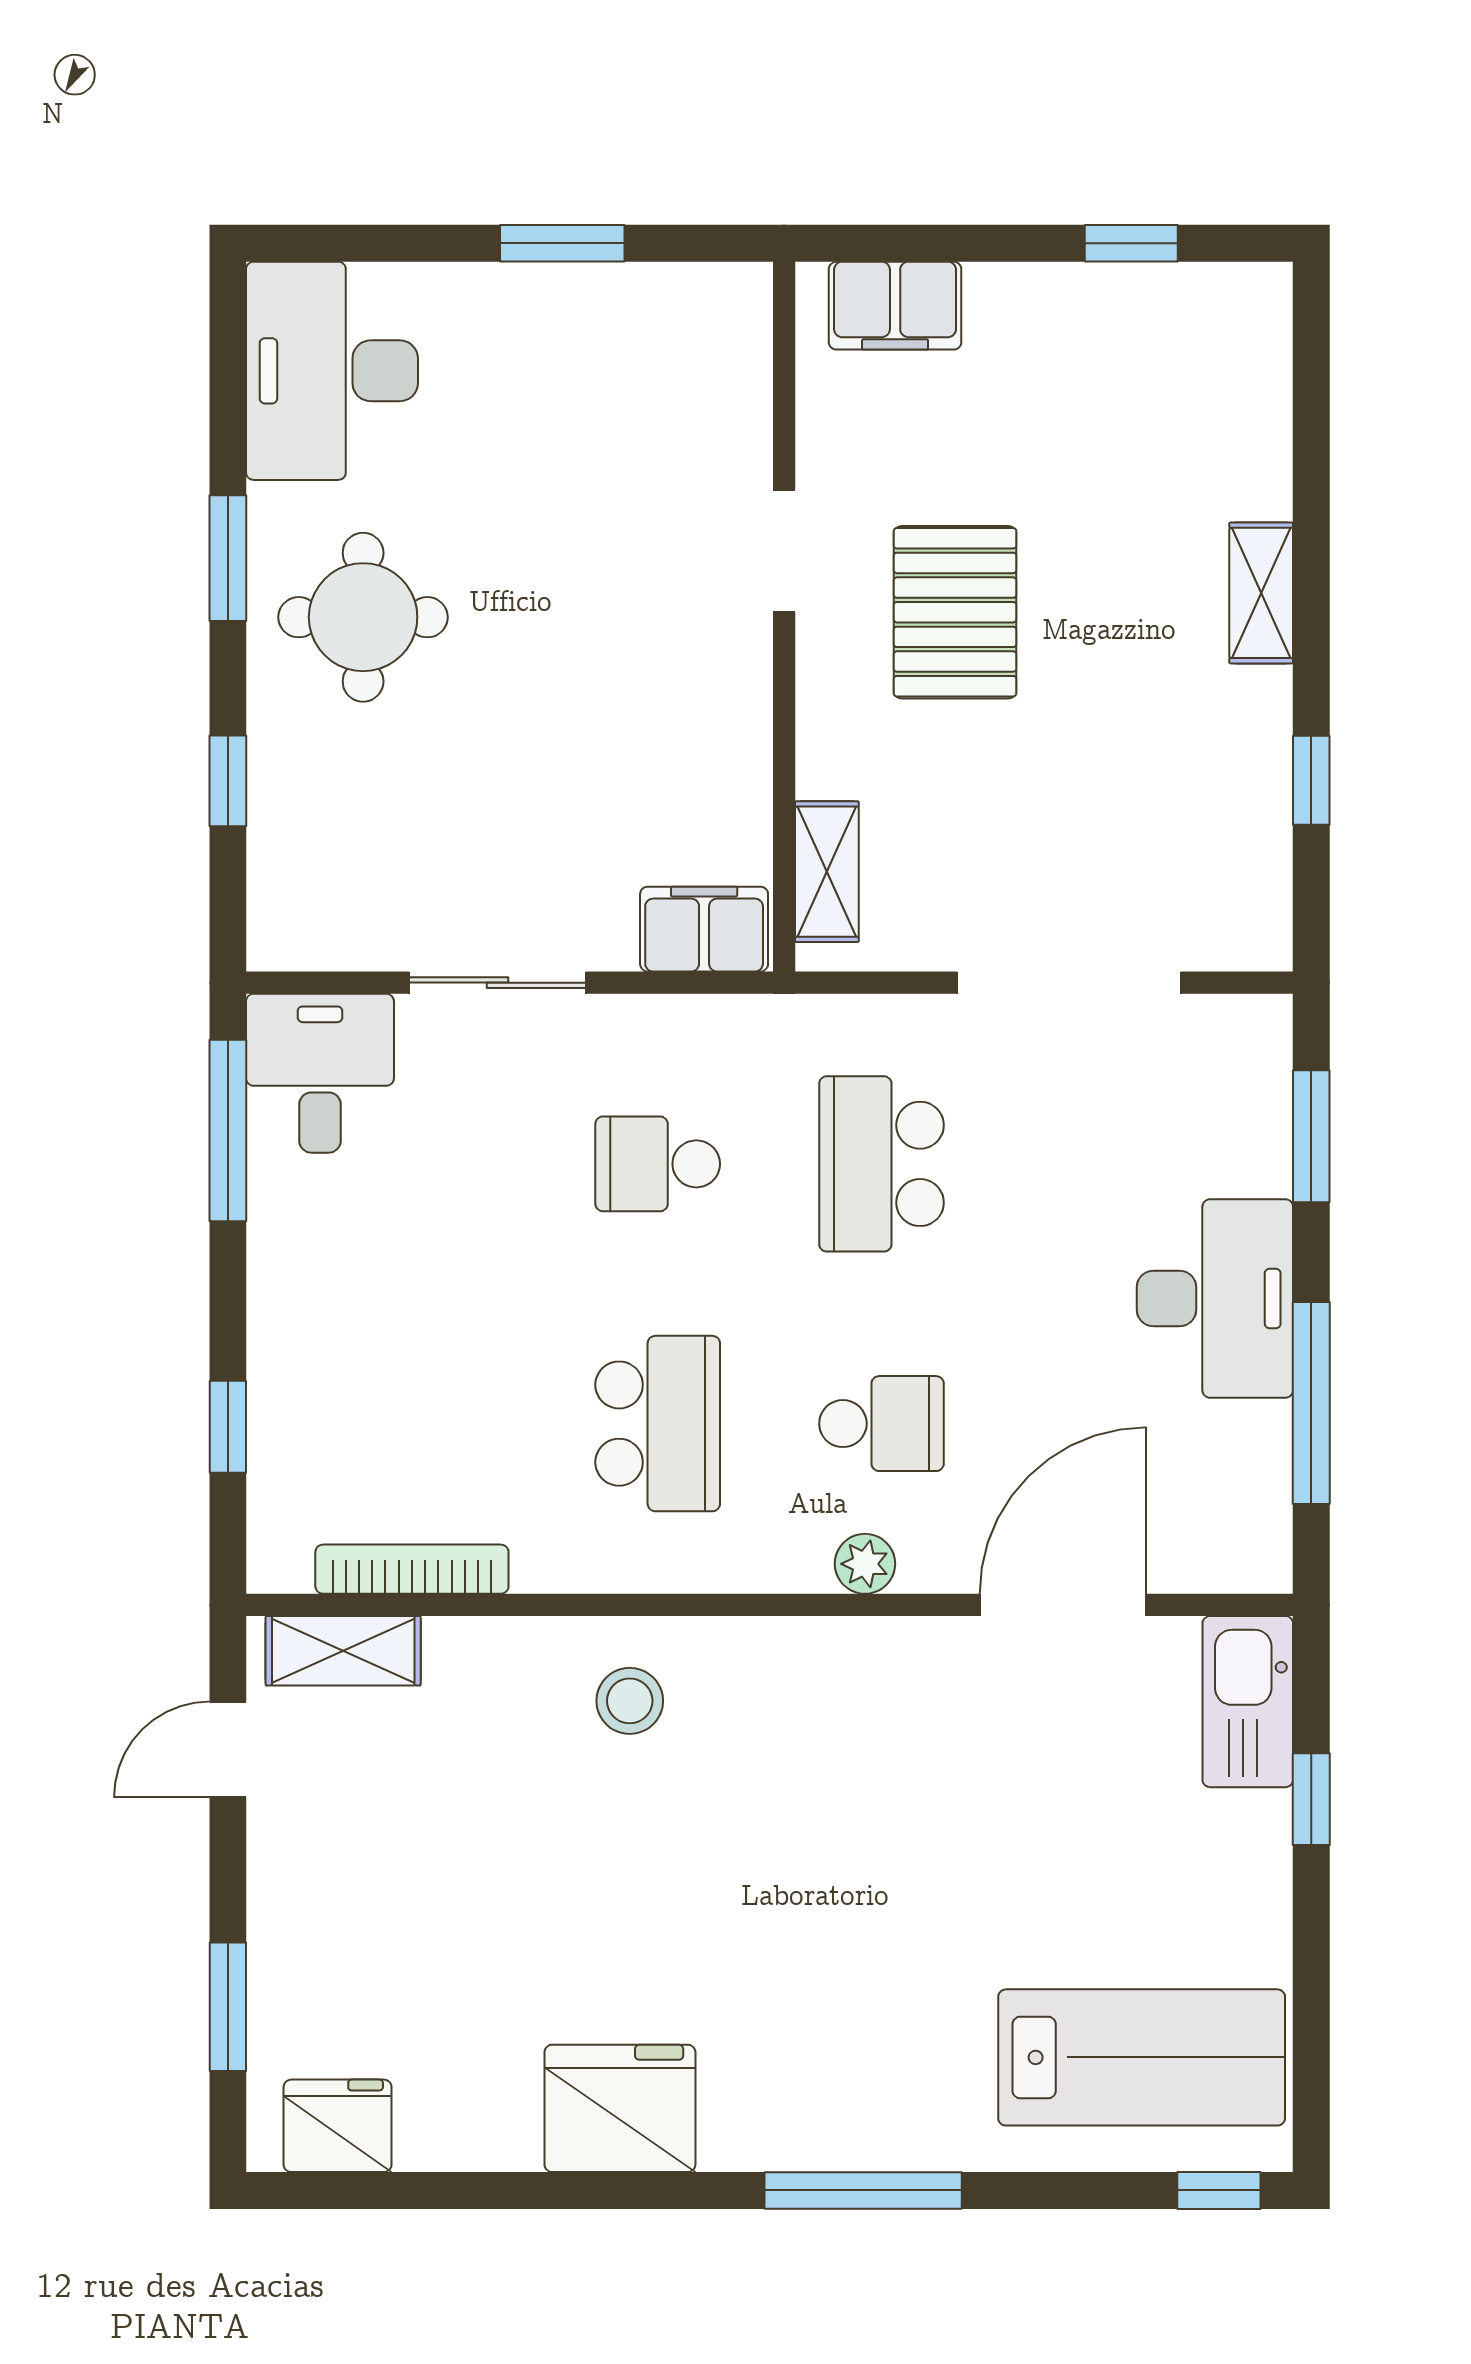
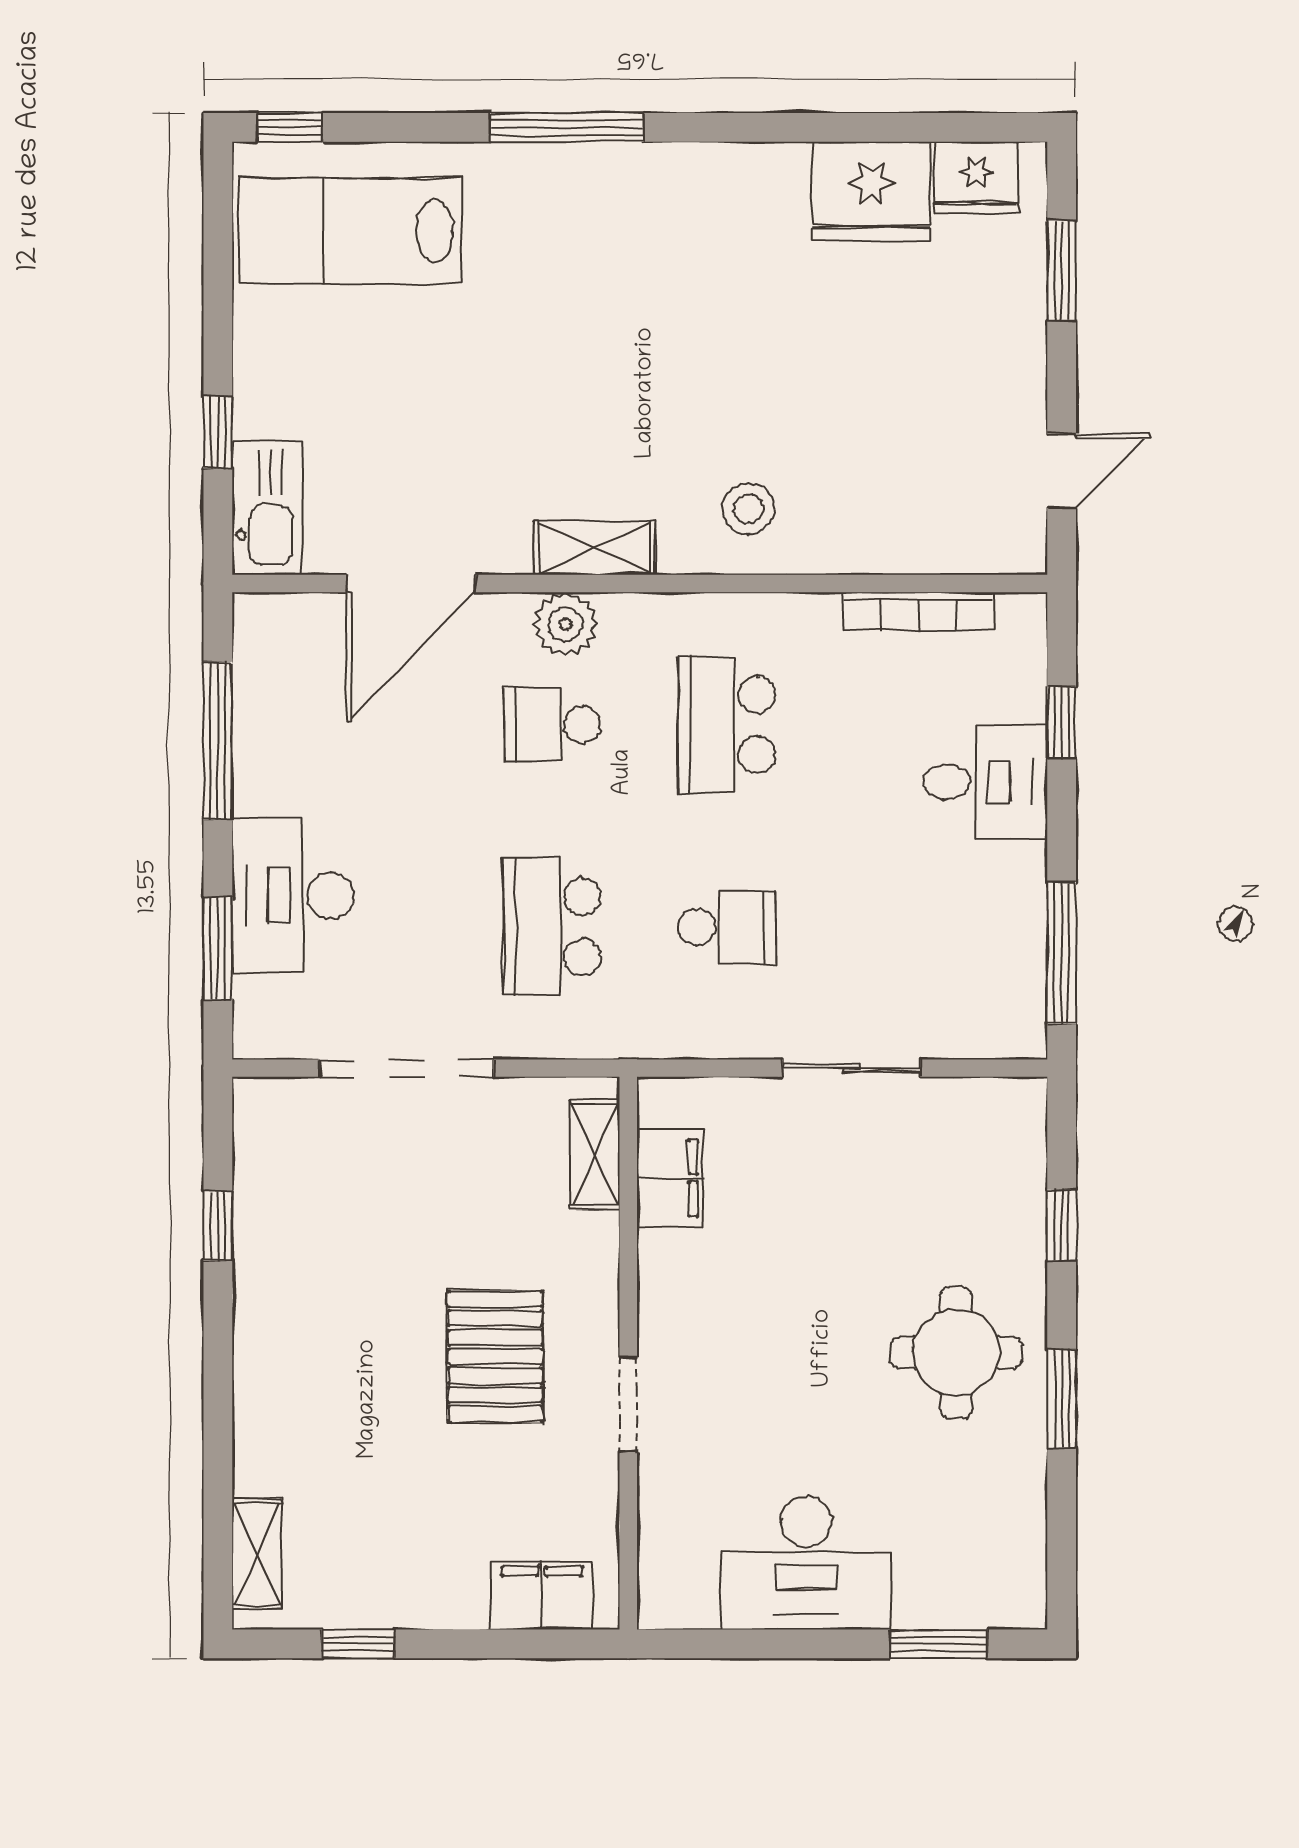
window: (562, 243) -> (939, 1644), moved
desk: (332, 371) -> (806, 1563), moved, turned 90
shelving: (1261, 593) -> (257, 1554), moved
filing cabinet: (704, 929) -> (670, 1178), moved, turned -90
desk: (320, 1073) -> (985, 782), moved, turned -90
school desk: (881, 1164) -> (553, 927), turned 180
desk: (1215, 1299) -> (293, 896), moved
plant: (865, 1564) -> (565, 624), width x1.38, depth x1.38
shelving: (343, 1651) -> (594, 548), moved
fridge: (620, 2108) -> (871, 191), moved

